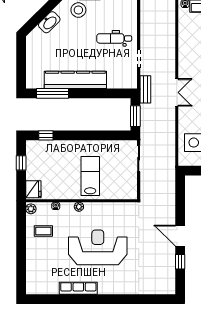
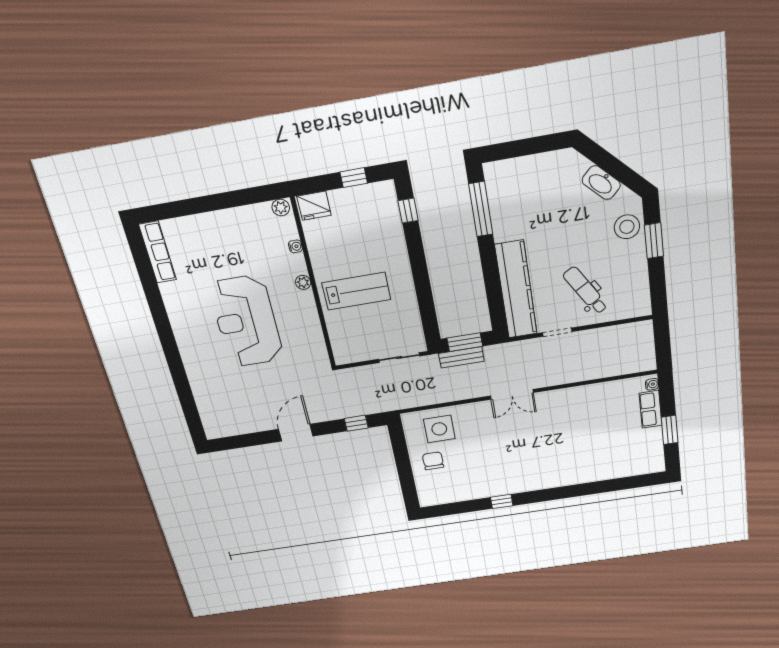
dental chair: (114, 38) -> (585, 290), turned -31
kitchen counter: (75, 80) -> (516, 290), moved
bench: (145, 89) -> (461, 357), moved
coffee table: (43, 231) -> (250, 234), removed
reception desk: (98, 247) -> (246, 321), turned 180
window: (180, 262) -> (356, 423), moved
row of seats: (78, 288) -> (158, 252), moved

